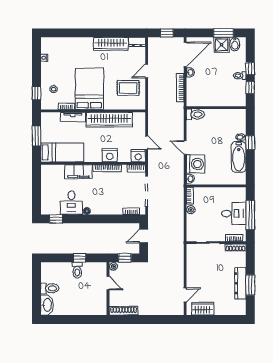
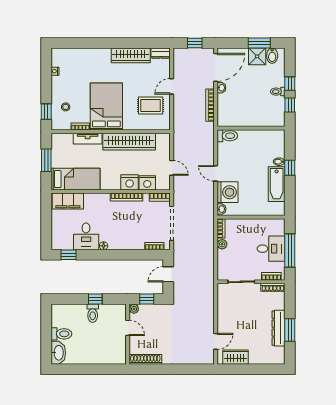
nightstand: (138, 156) -> (147, 183), moved
filing cabinet: (78, 172) -> (68, 201), moved

